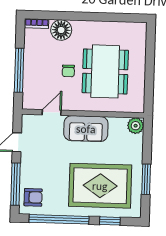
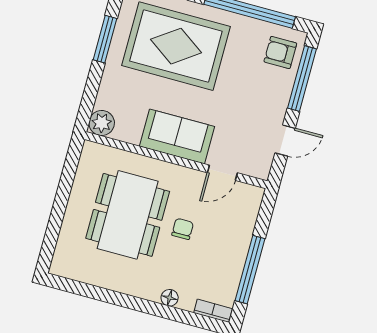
floor lamp: (61, 30) -> (170, 298), width x0.53, depth x0.53
window: (19, 70) -> (250, 270), moved

